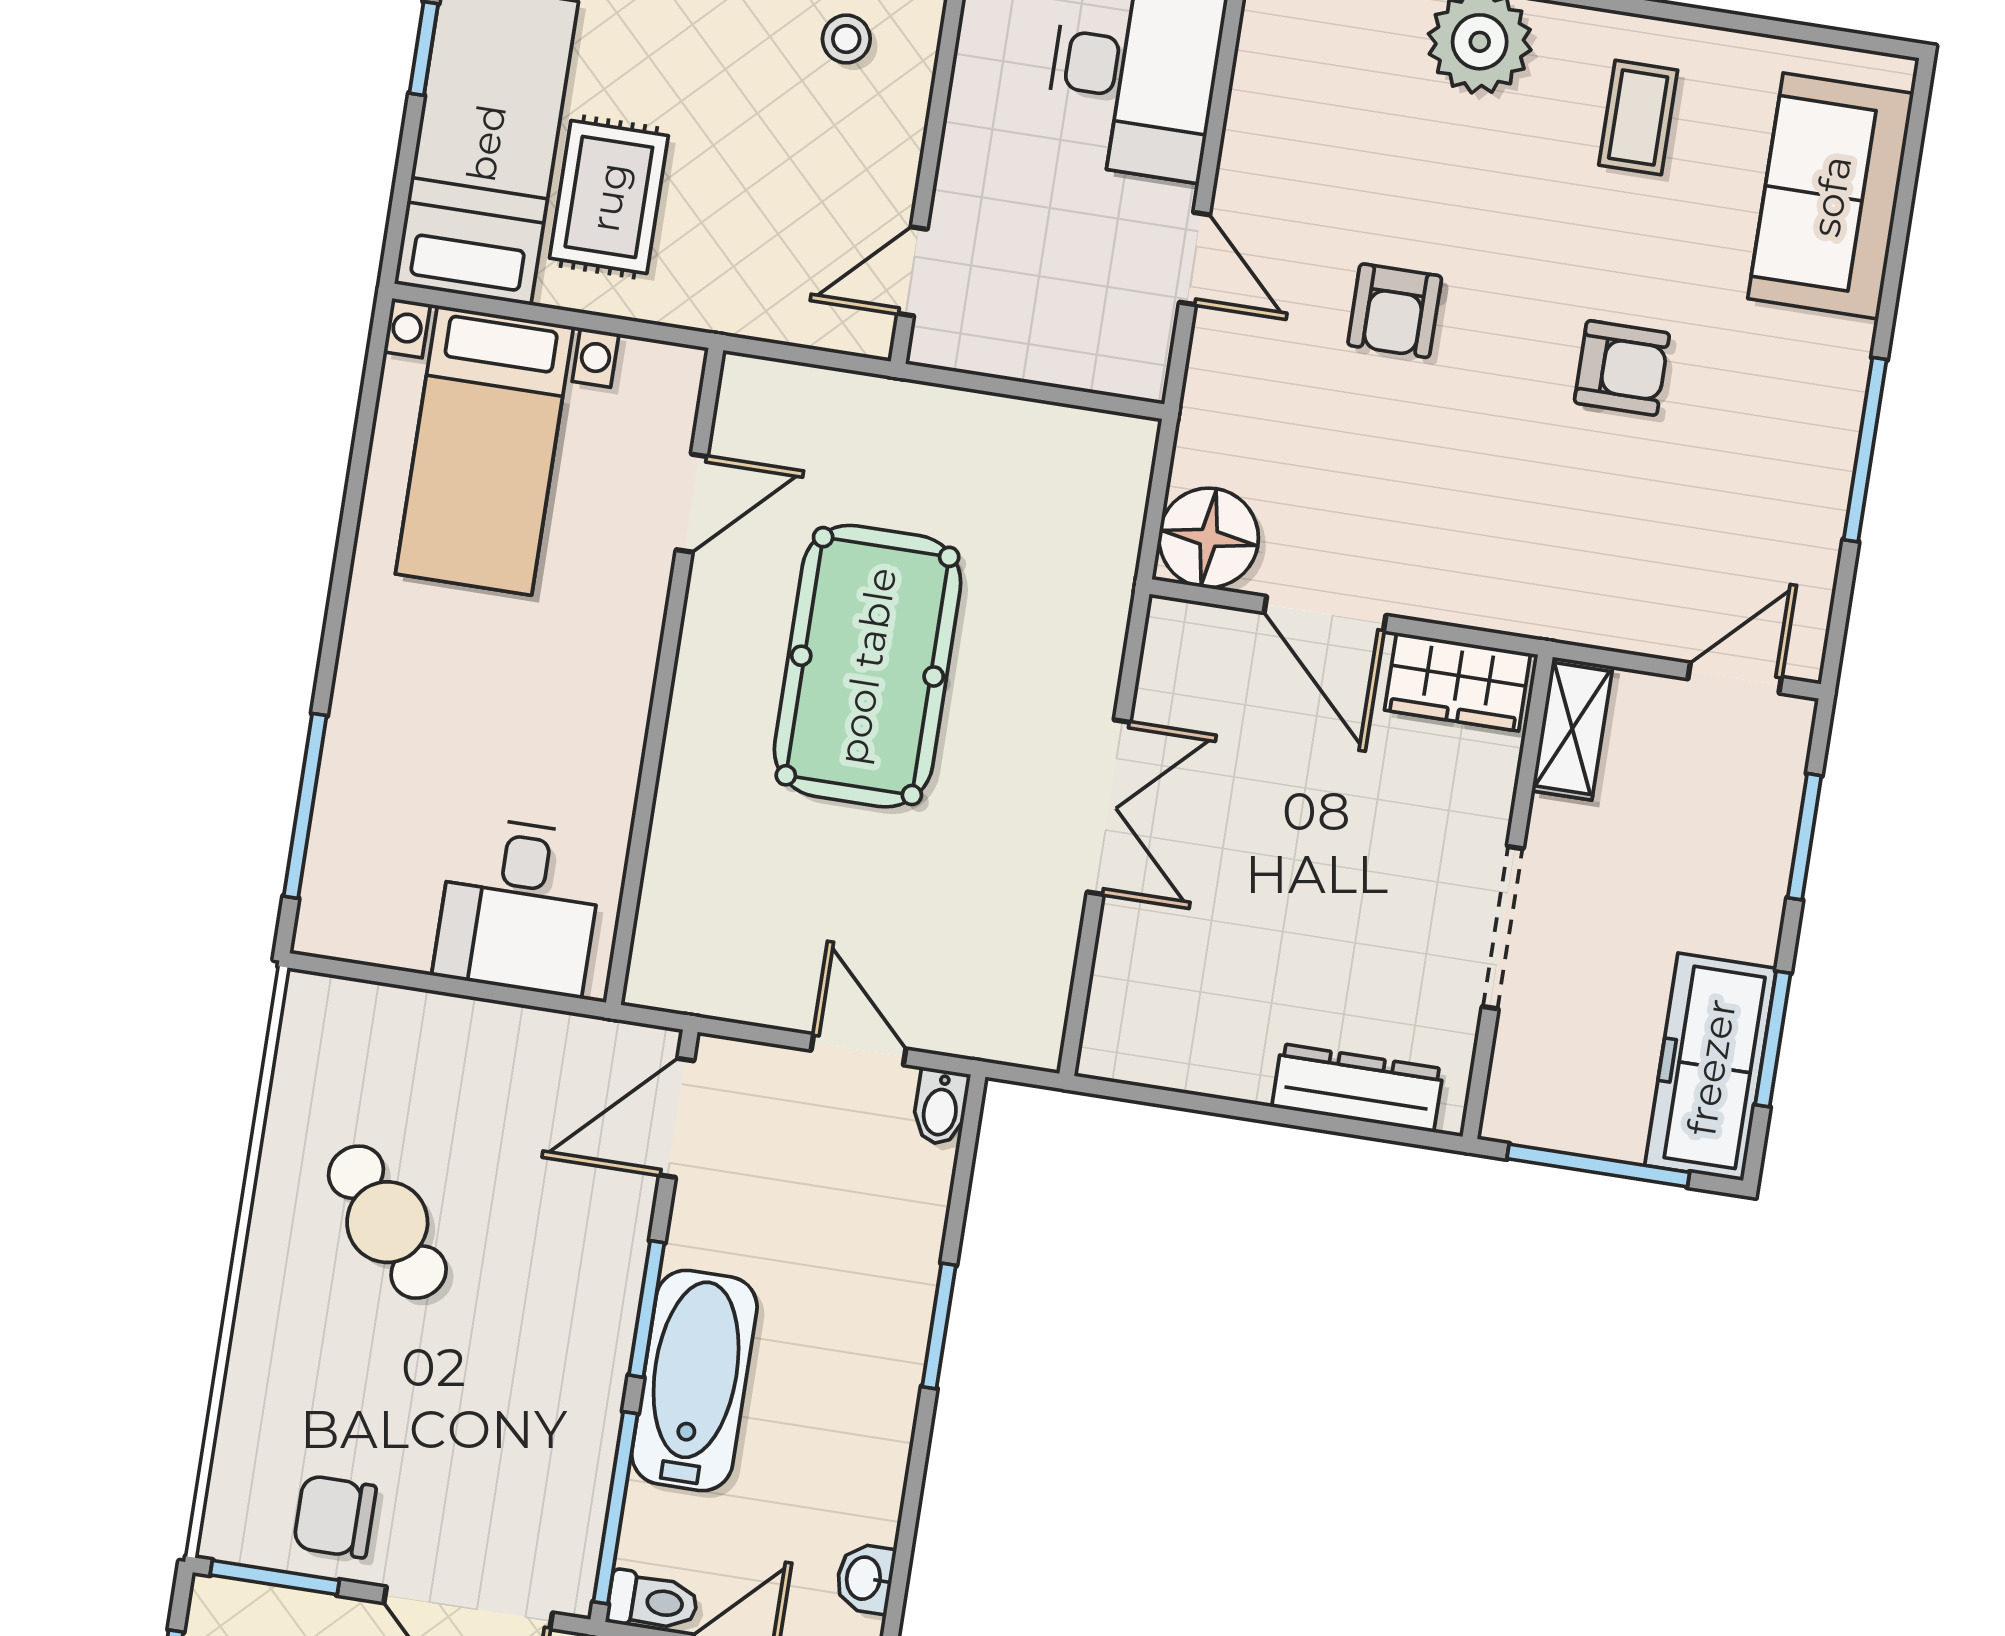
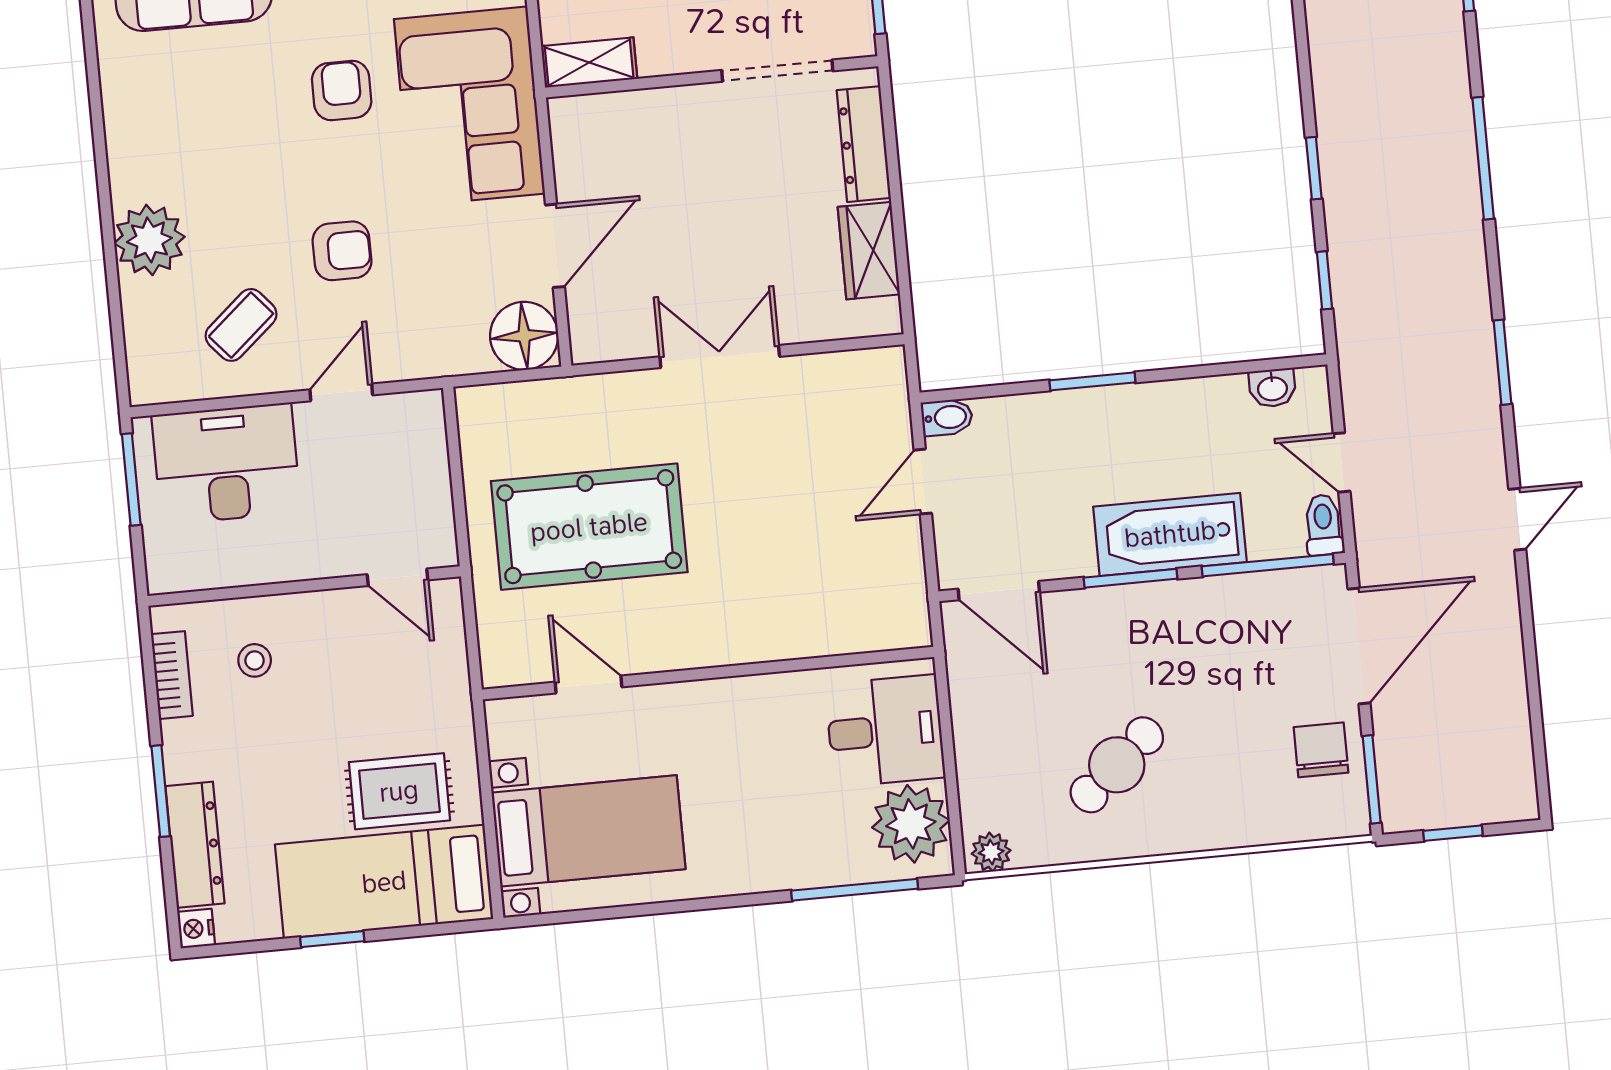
coffee table: (1638, 118) -> (241, 325), moved, turned -41
corner sofa: (1553, 543) -> (469, 106), added
pool table: (867, 666) -> (589, 527), moved
wardrobe: (1458, 682) -> (869, 251), moved, turned 180
plant: (378, 909) -> (911, 824), added
doorway: (1503, 928) -> (777, 71), moved
plant: (309, 1013) -> (991, 852), added
chair: (335, 1517) -> (1321, 750), turned 180

